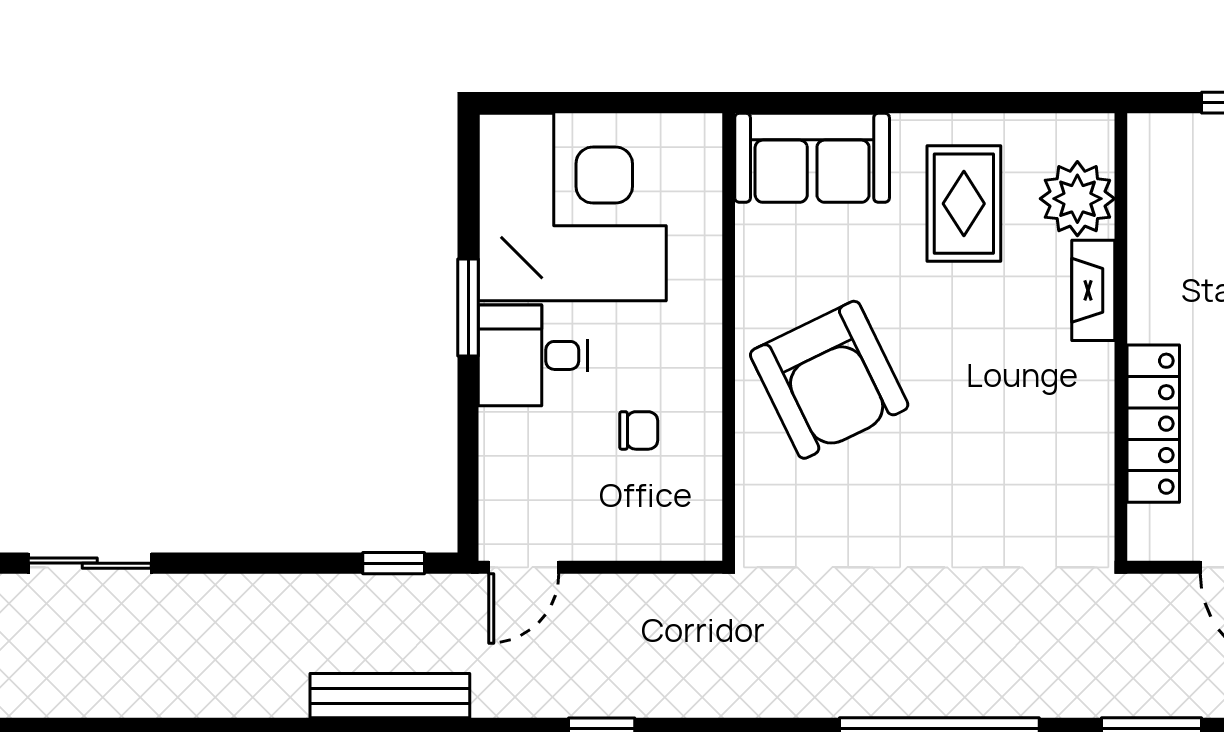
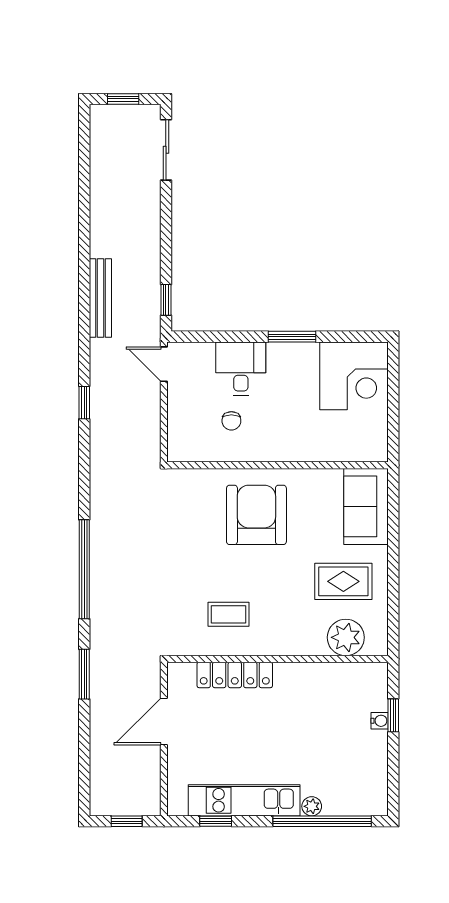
corner desk: (572, 207) -> (354, 376), width x0.74, depth x0.74
fireplace: (1093, 290) -> (301, 645), removed
desk: (533, 355) -> (241, 369), moved
armchair: (829, 380) -> (256, 515), turned 116
coffee table: (1031, 436) -> (228, 614), added

